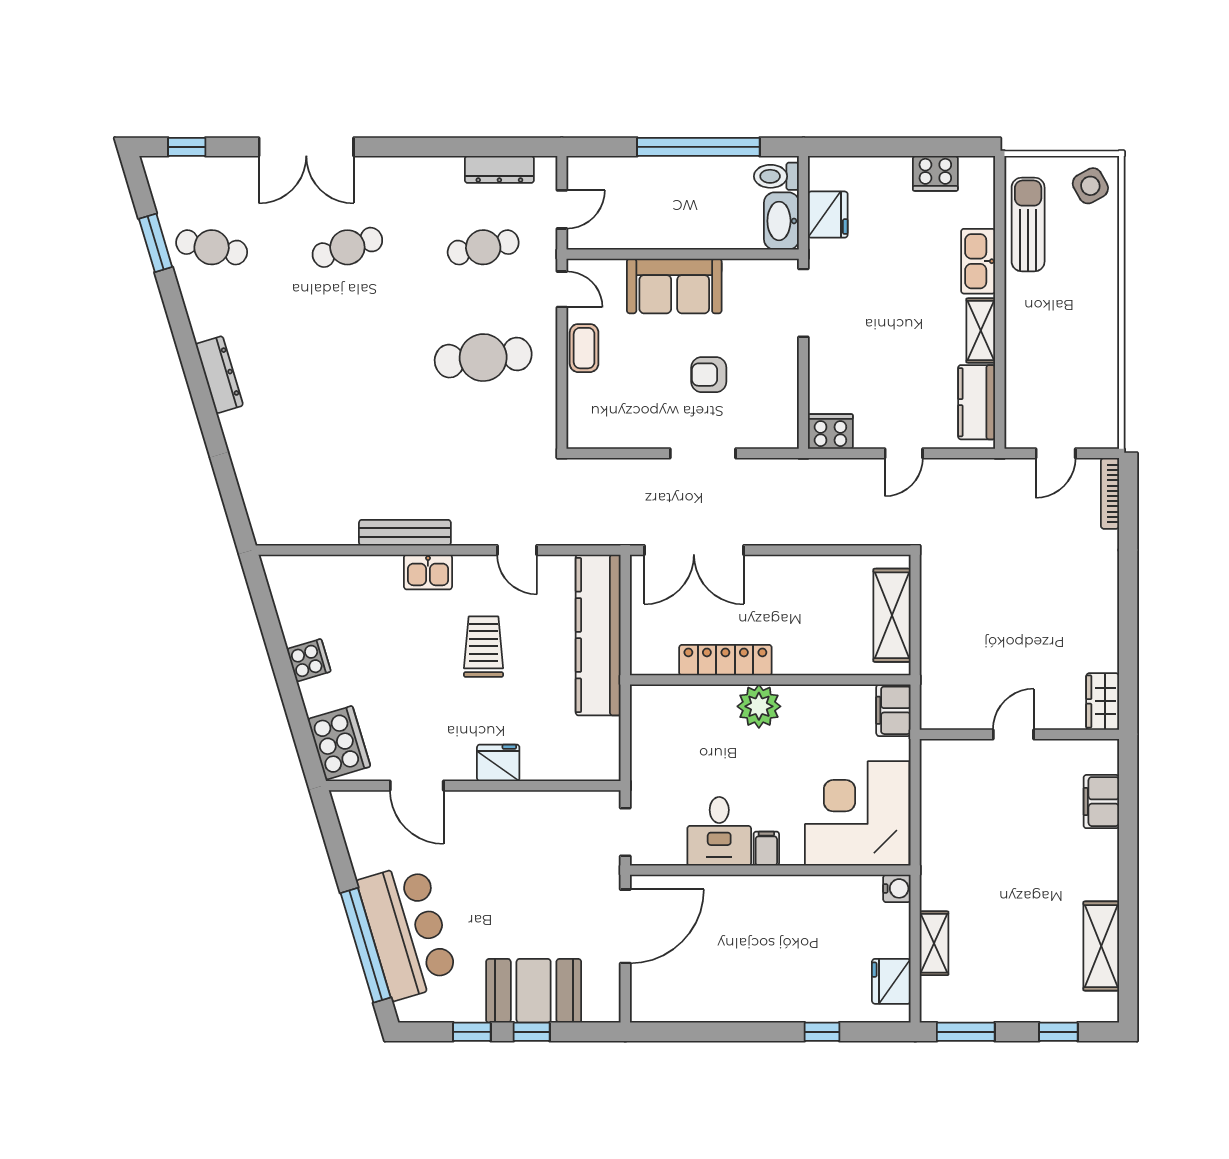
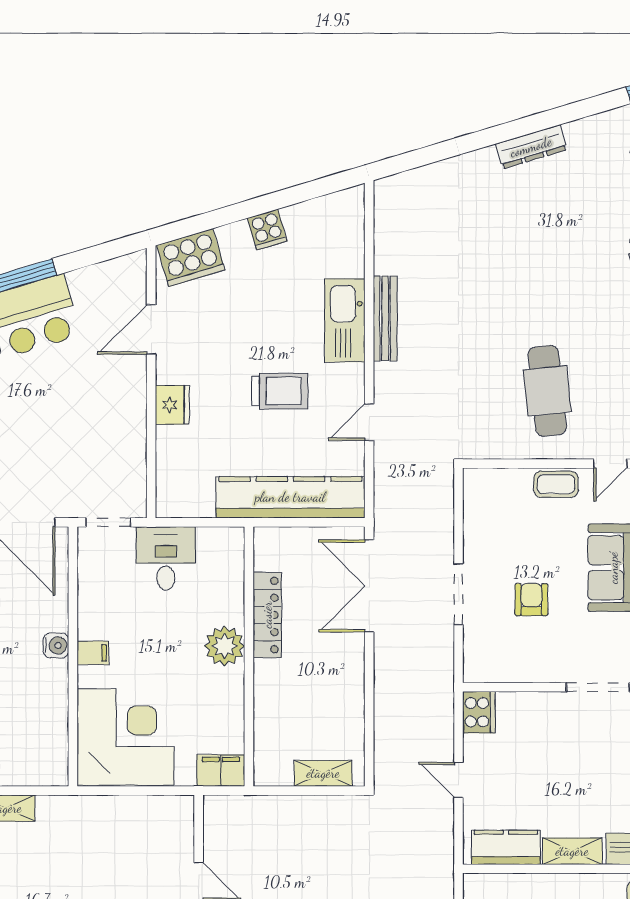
kitchen sink: (428, 572) -> (345, 320), width x1.88, depth x1.24
shelving: (892, 615) -> (323, 773), width x0.67, depth x0.75
desk: (719, 831) -> (166, 558), moved, turned 90
water cooler: (897, 888) -> (56, 645), moved, turned -90

